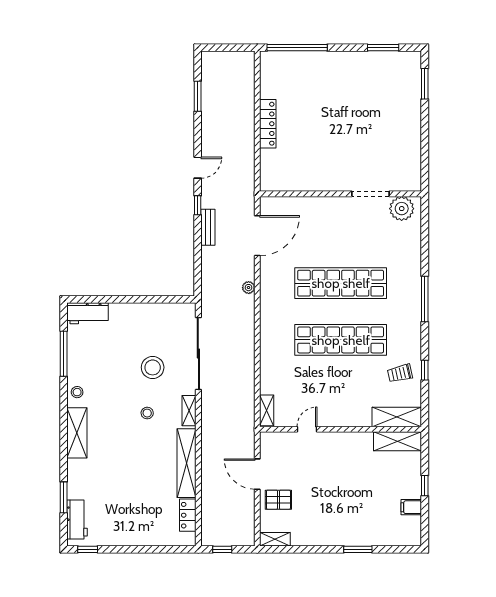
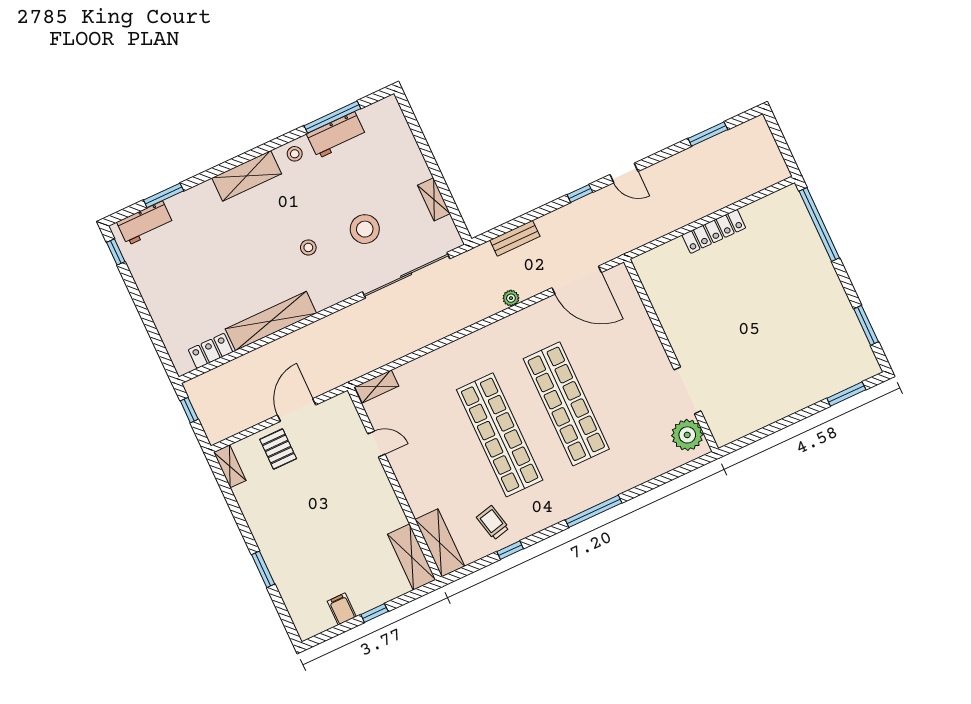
bench: (208, 227) -> (515, 238), moved
workbench: (87, 313) -> (336, 135), moved, turned -90
shelving: (189, 411) -> (434, 199), moved, turned 90

